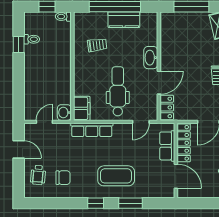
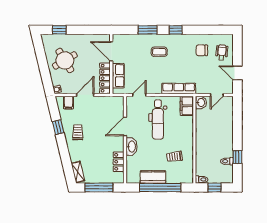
locker: (167, 107) -> (119, 162), moved
coffee table: (116, 176) -> (159, 52), width x0.54, depth x0.58

